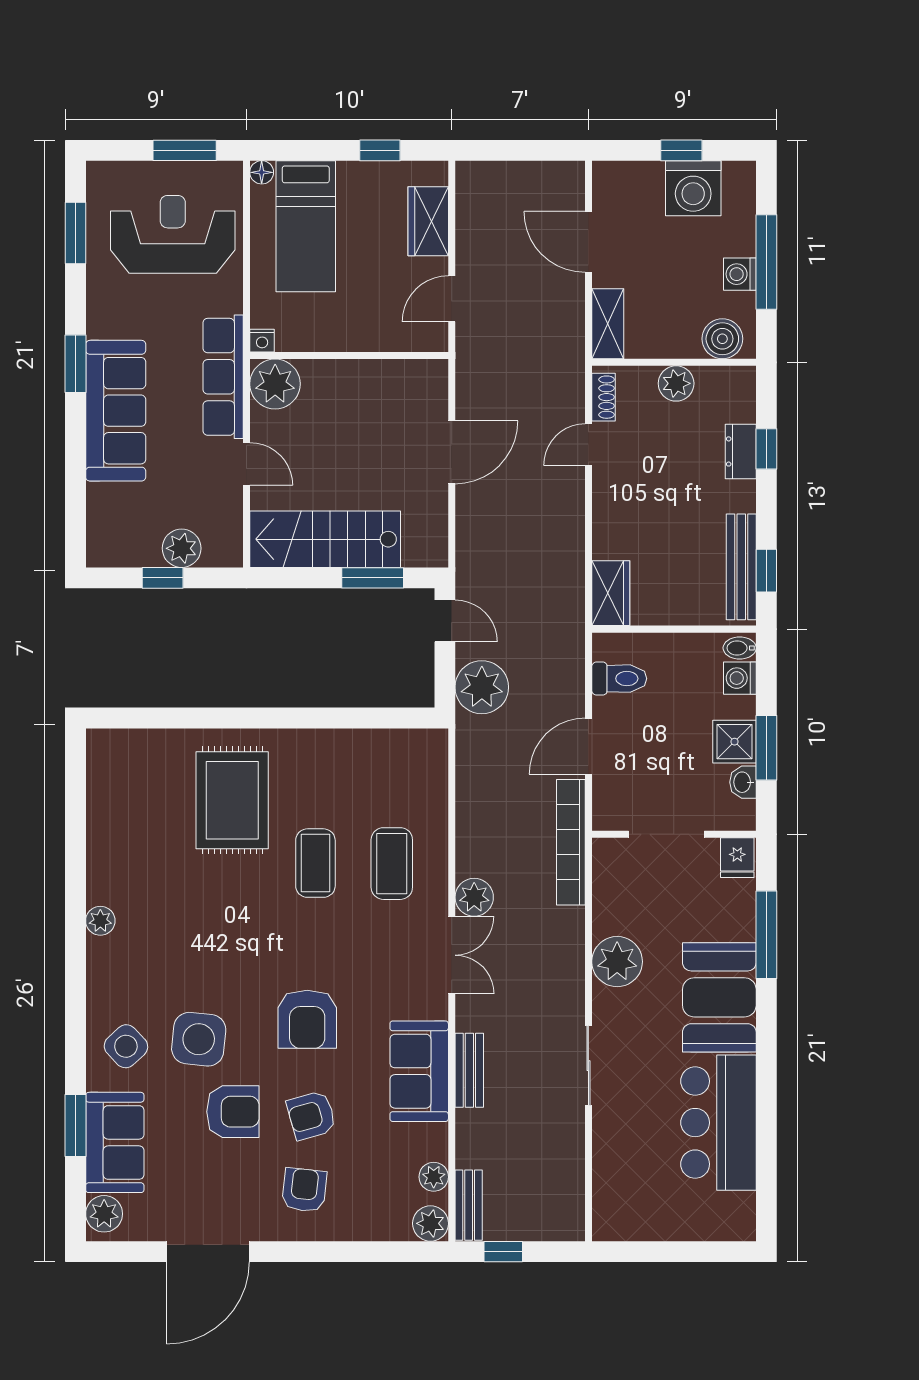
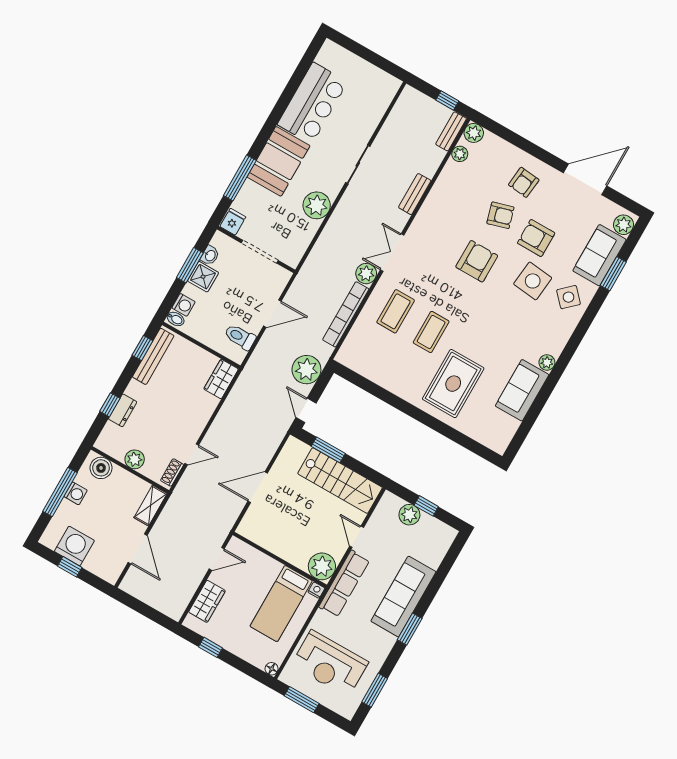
bed: (306, 226) -> (281, 604), moved, turned 180
bookcase: (571, 842) -> (346, 314), moved, turned 180
sofa: (419, 1071) -> (522, 390), moved, turned 180

